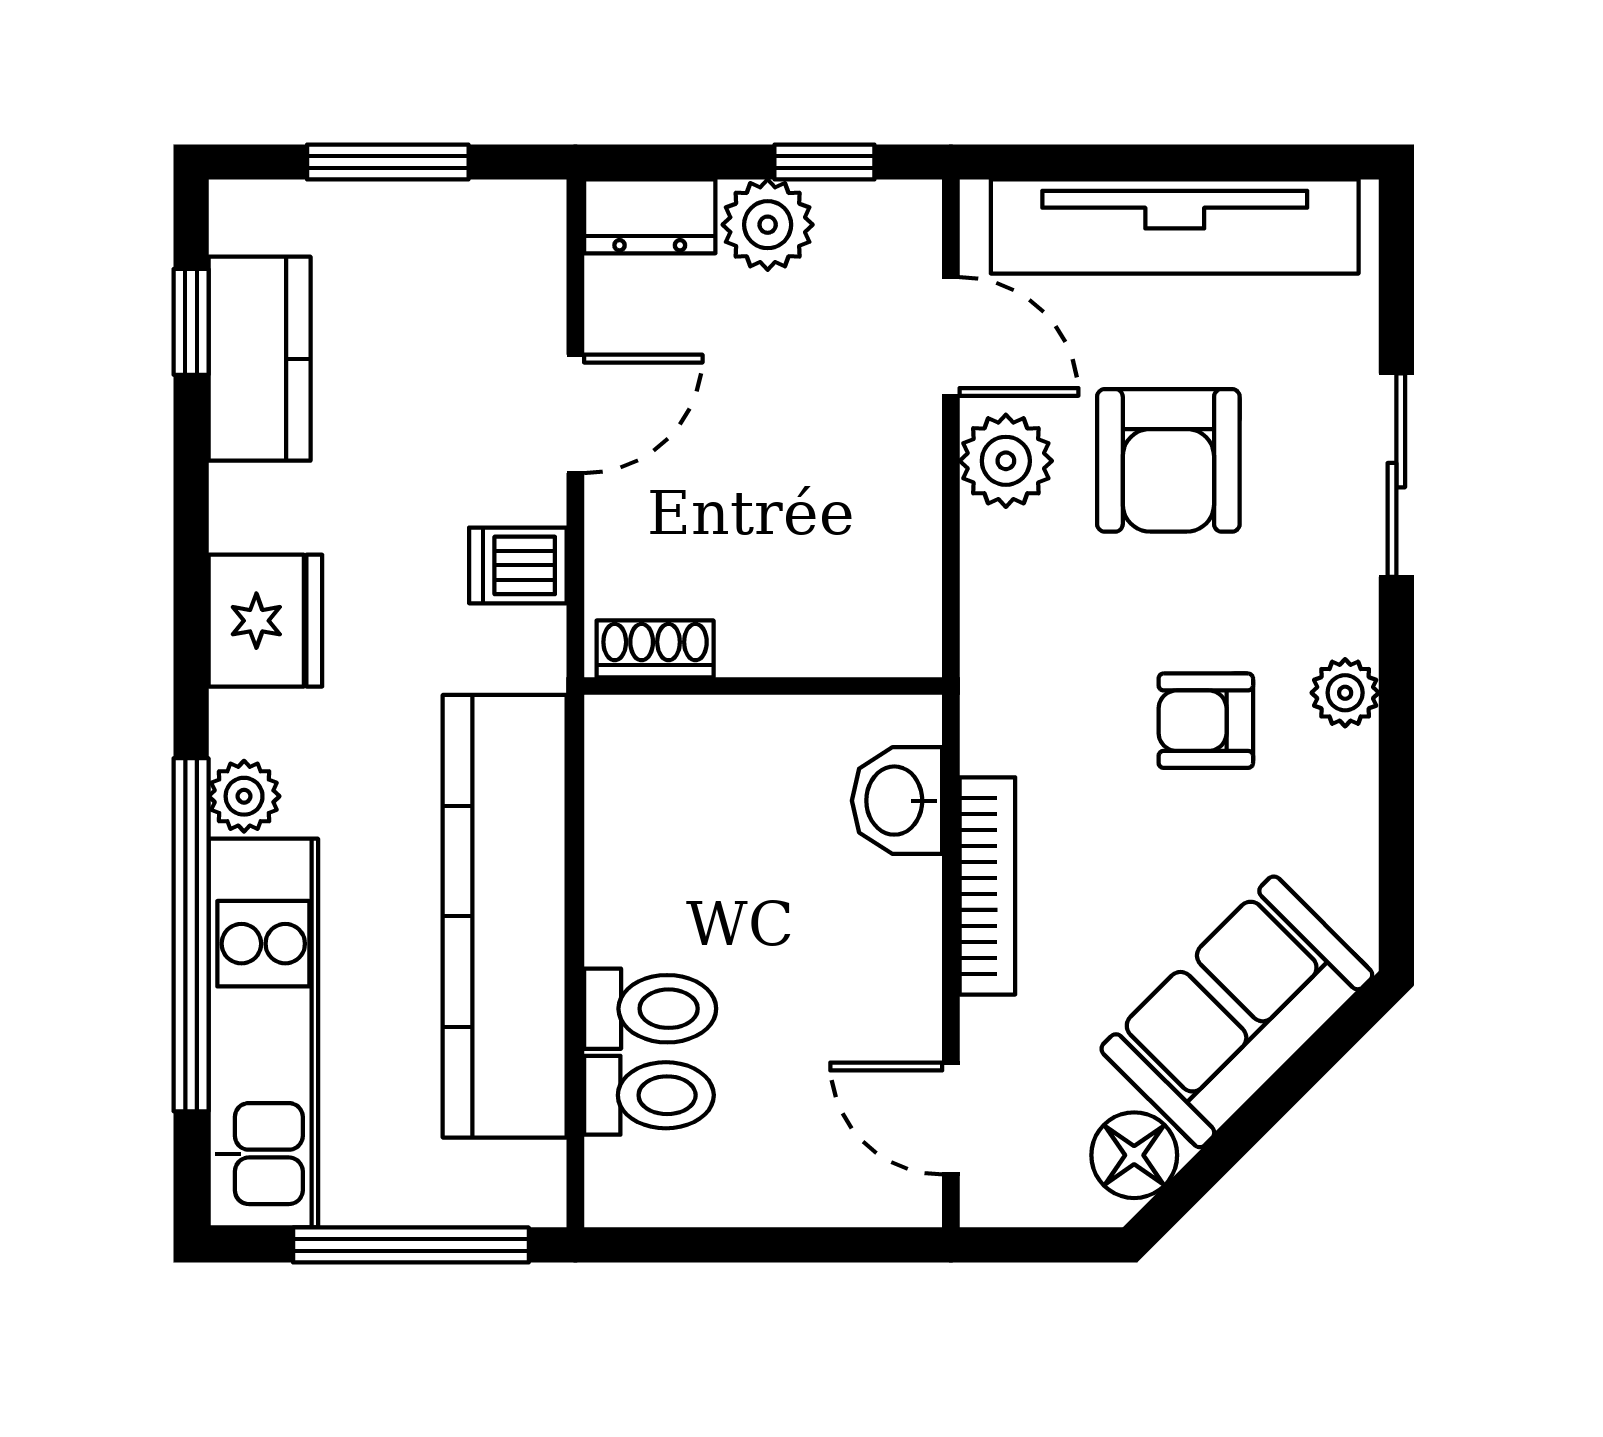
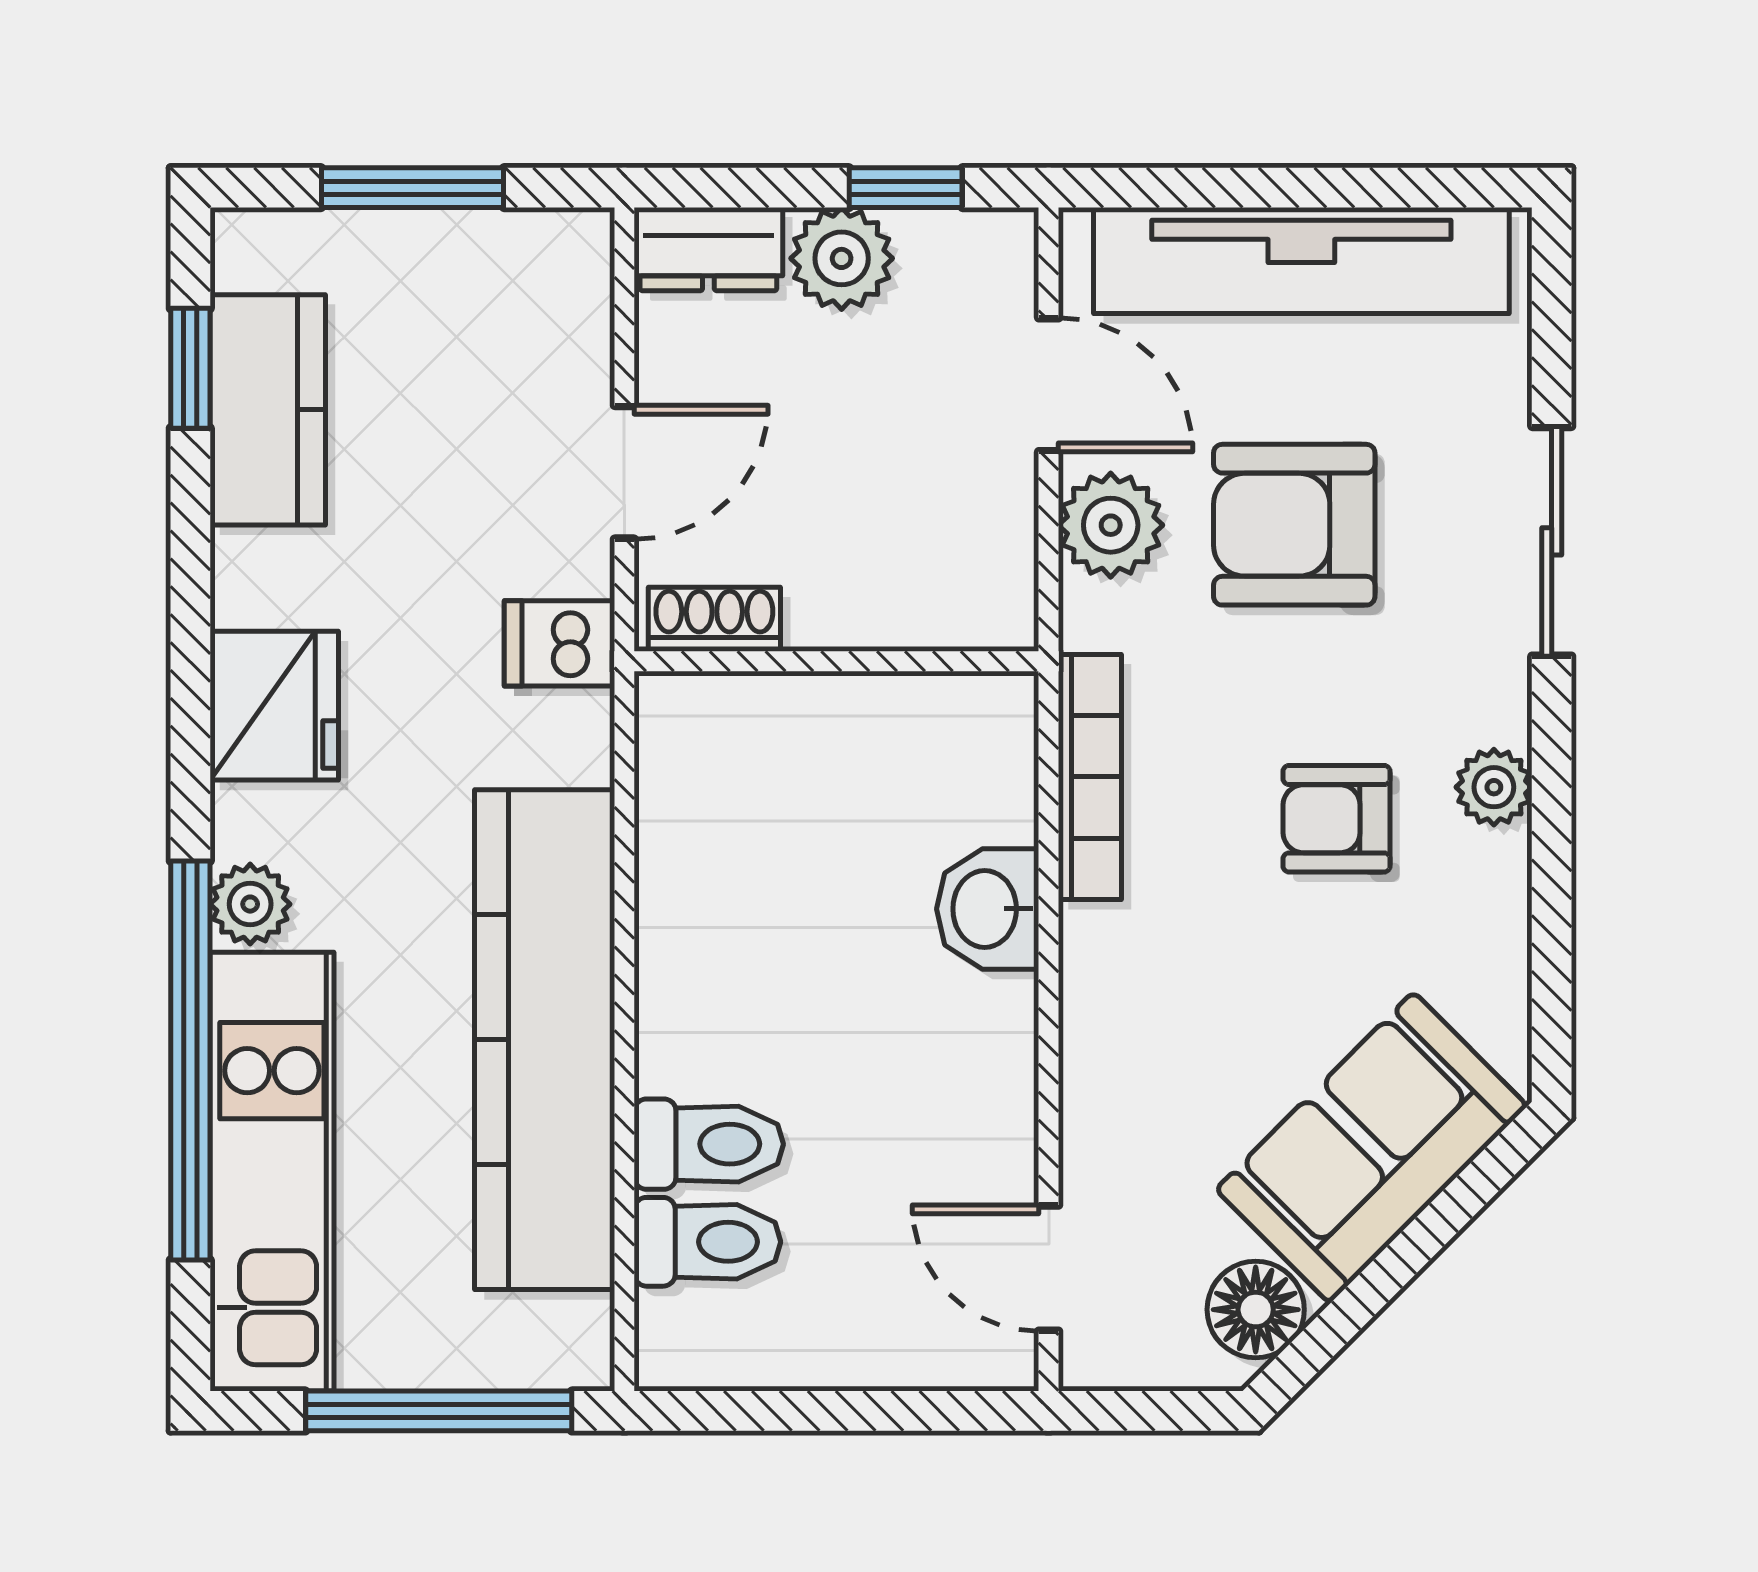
armchair: (1168, 460) -> (1294, 525), turned 90
shoe rack: (655, 649) -> (714, 619), moved
wall: (763, 686) -> (836, 661), moved
bookcase: (987, 886) -> (1090, 777), moved

